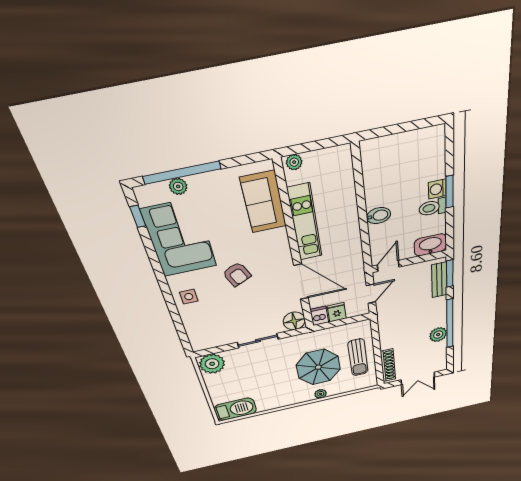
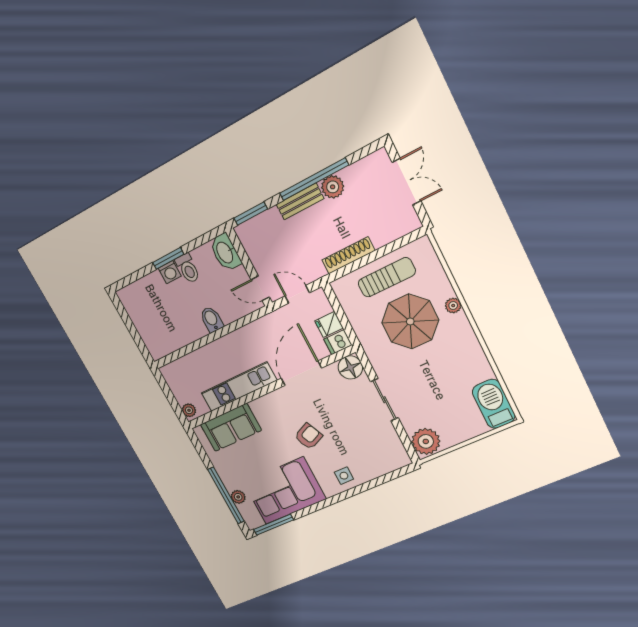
window: (138, 216) -> (273, 525), width x2.17
bench: (439, 280) -> (300, 201), moved
shoe rack: (388, 365) -> (348, 255), moved

